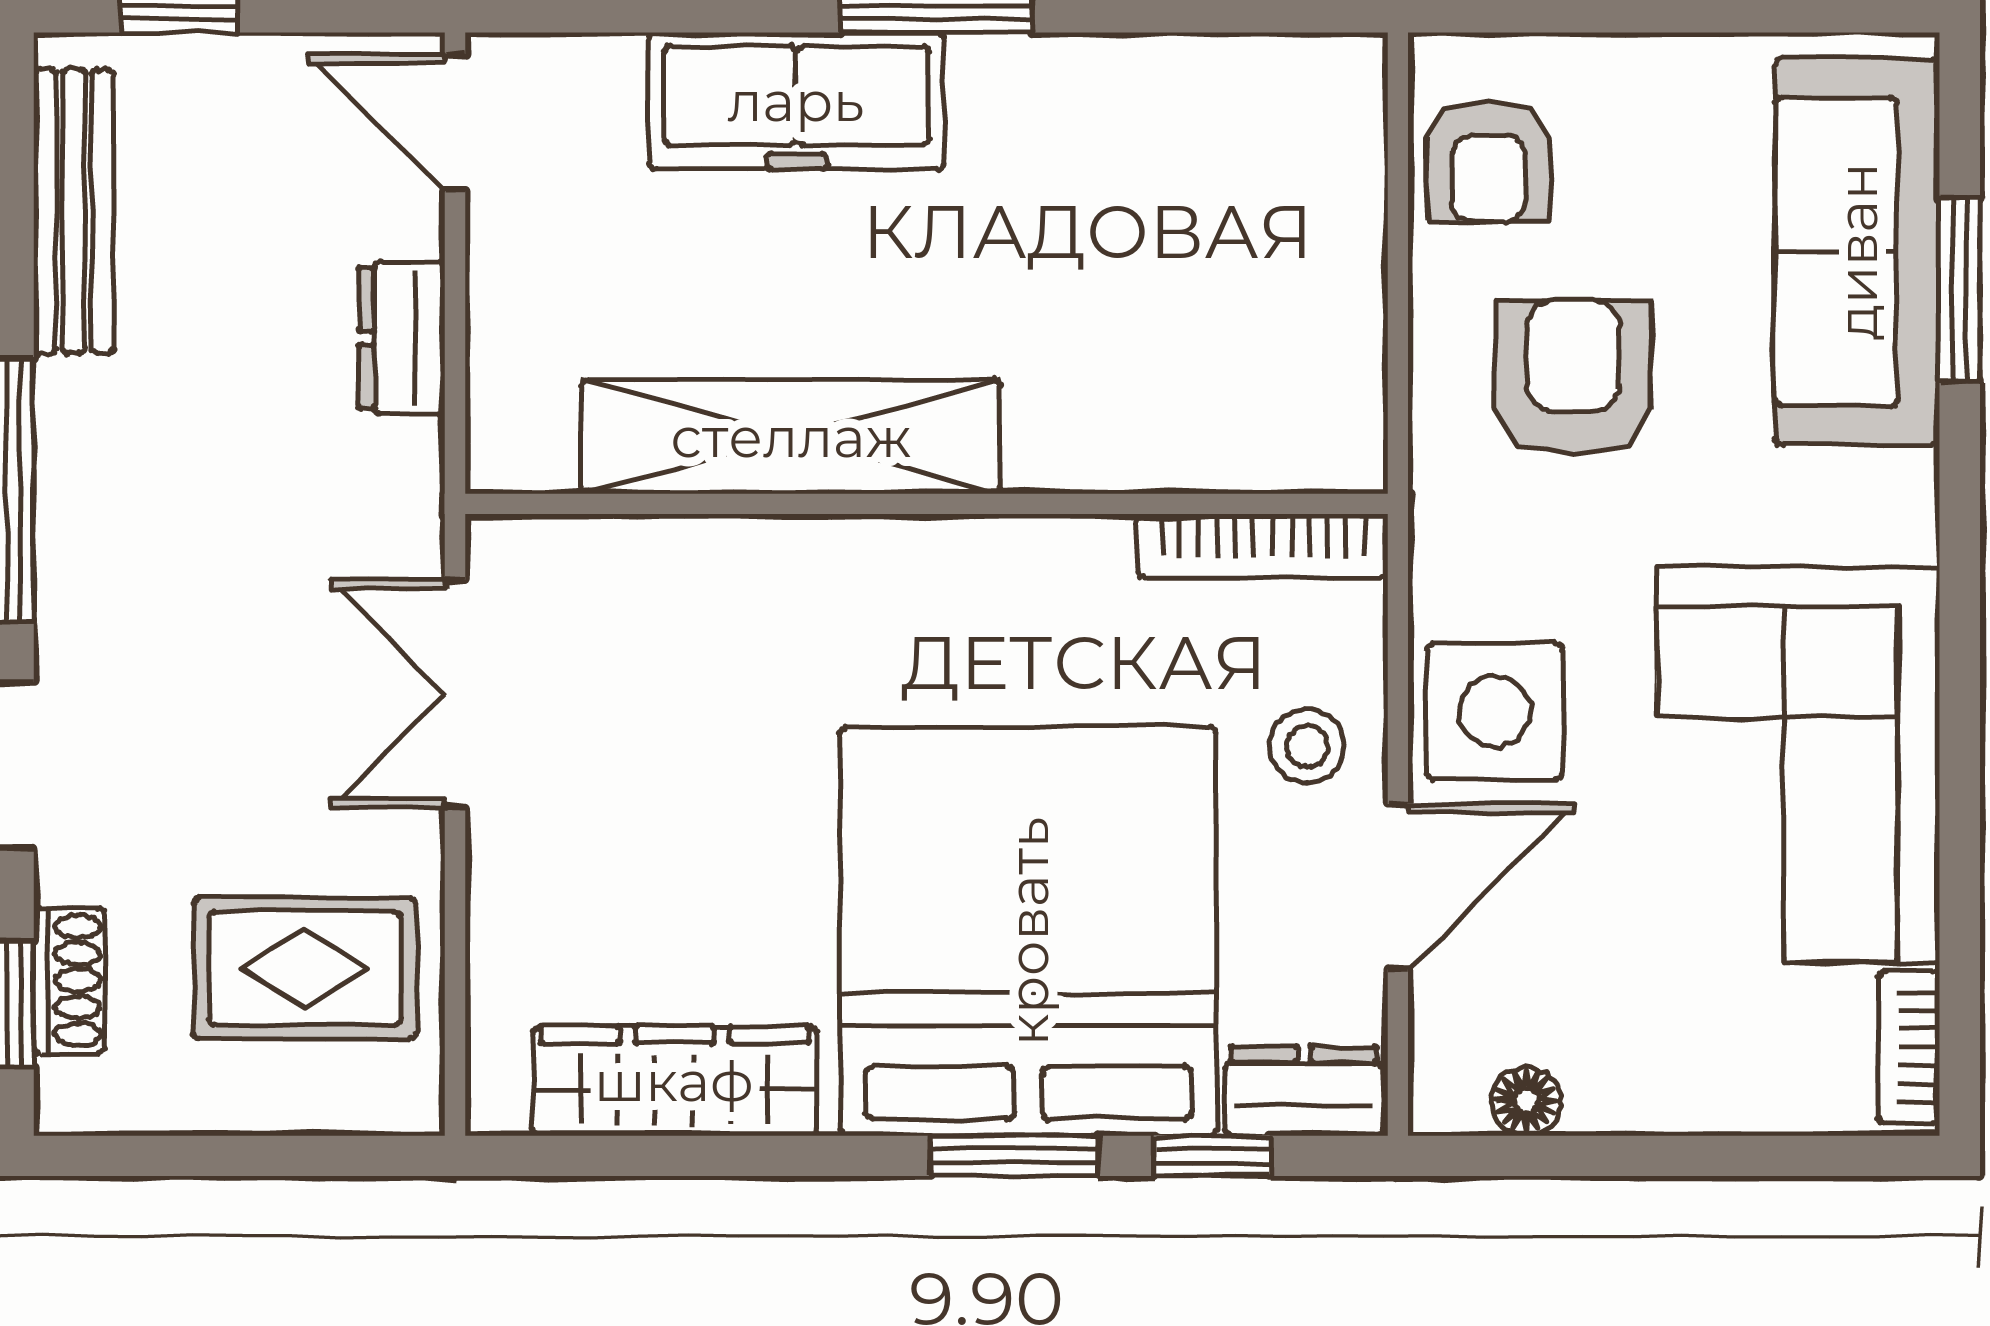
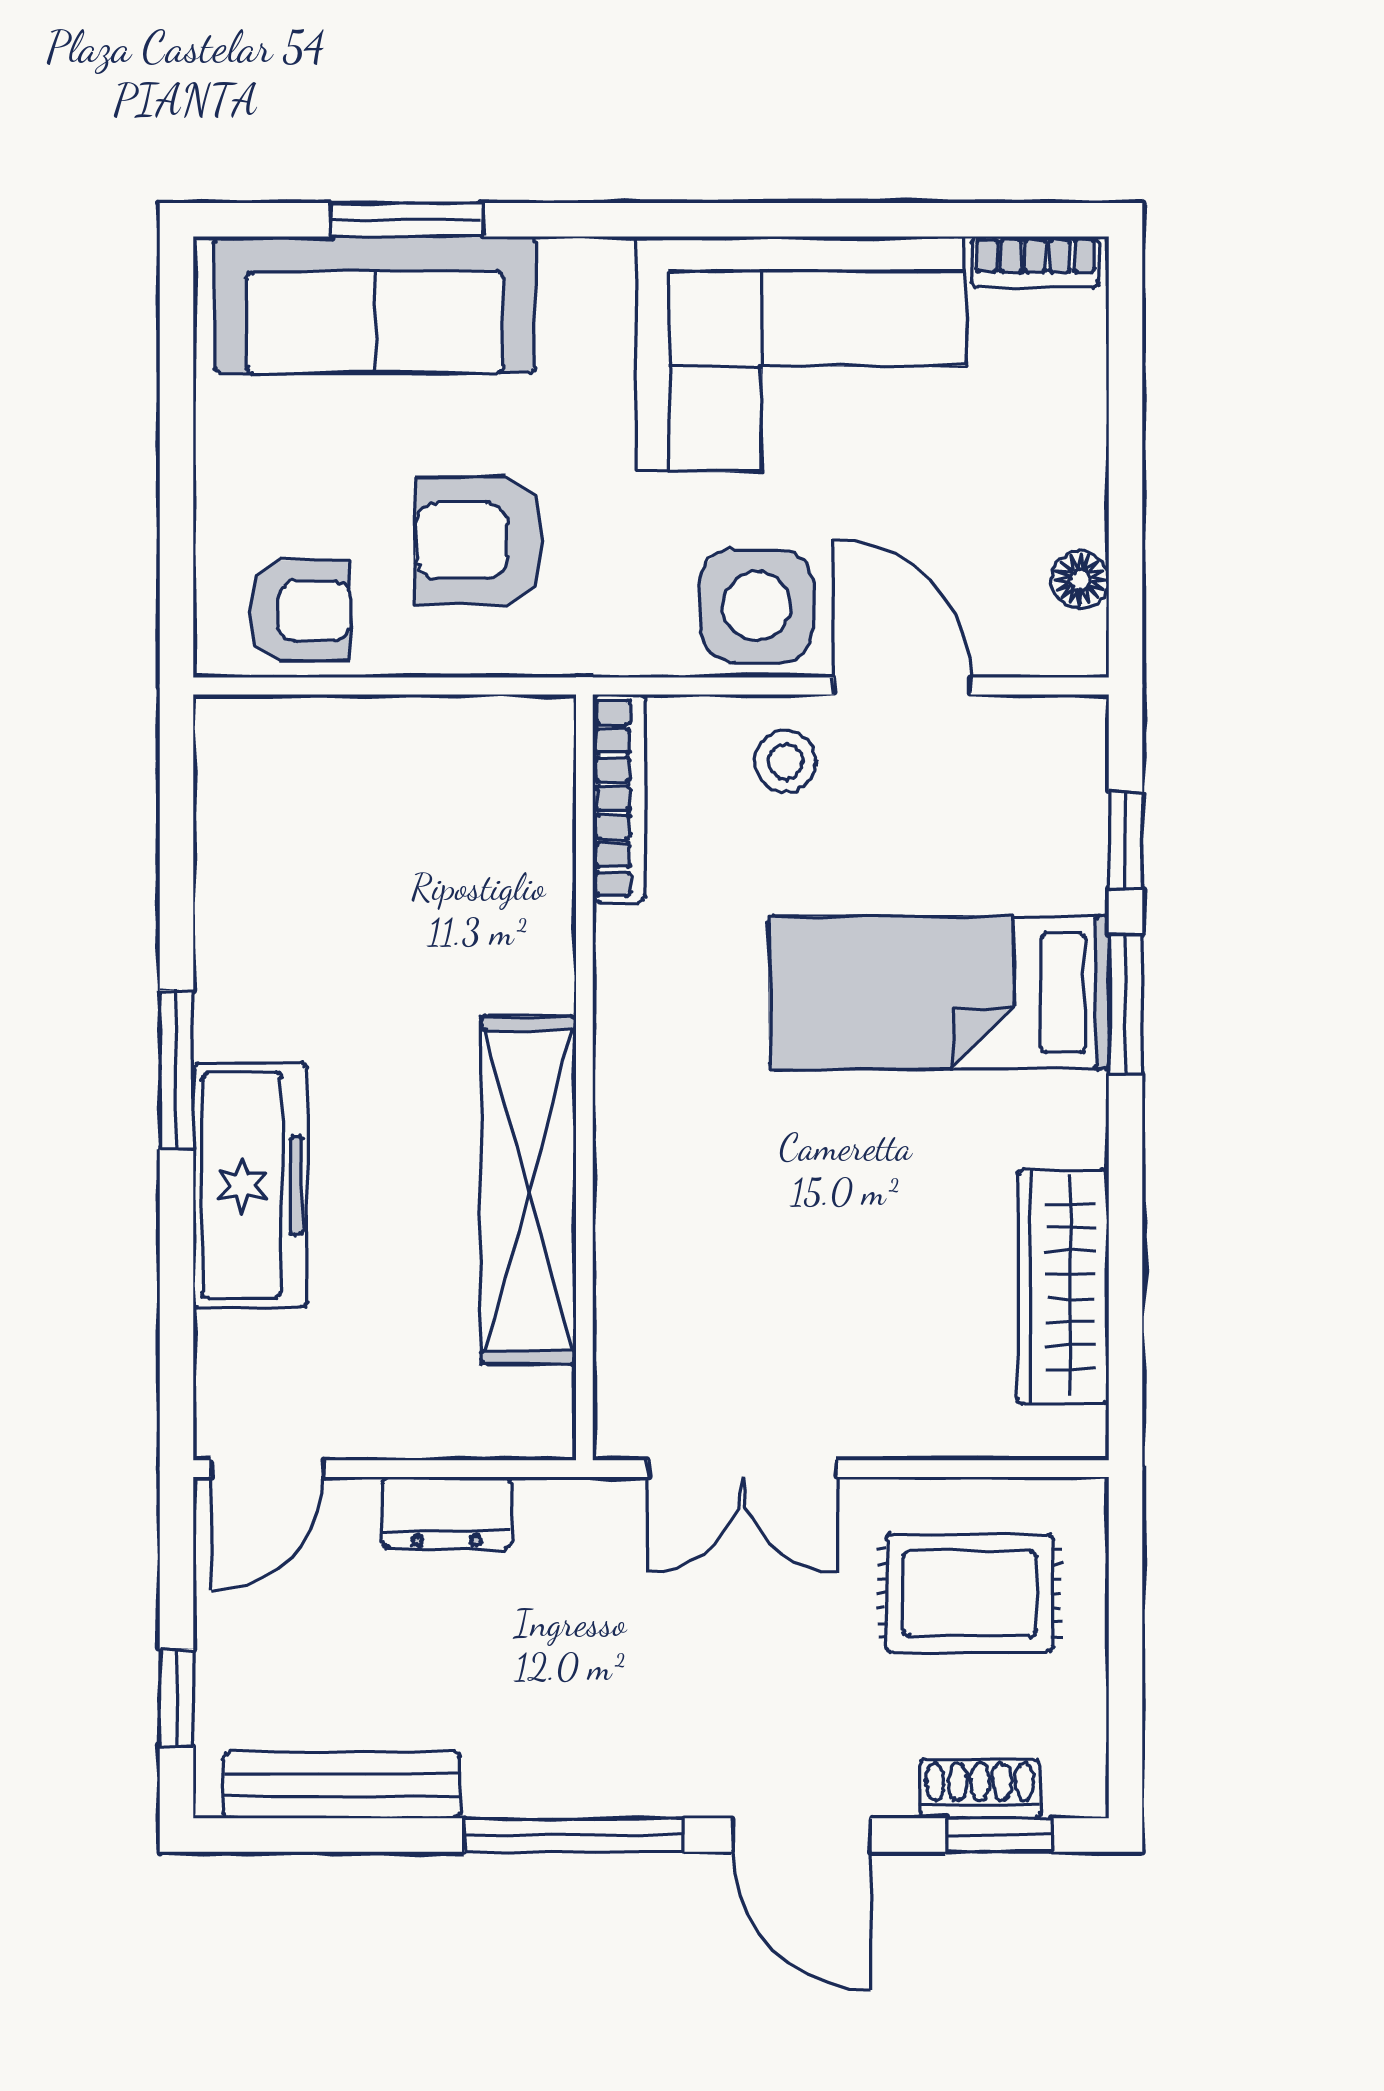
bed: (1028, 931) -> (939, 993), width x0.49
rug: (305, 968) -> (970, 1593), turned 90
dresser: (1304, 1091) -> (1072, 764), removed

